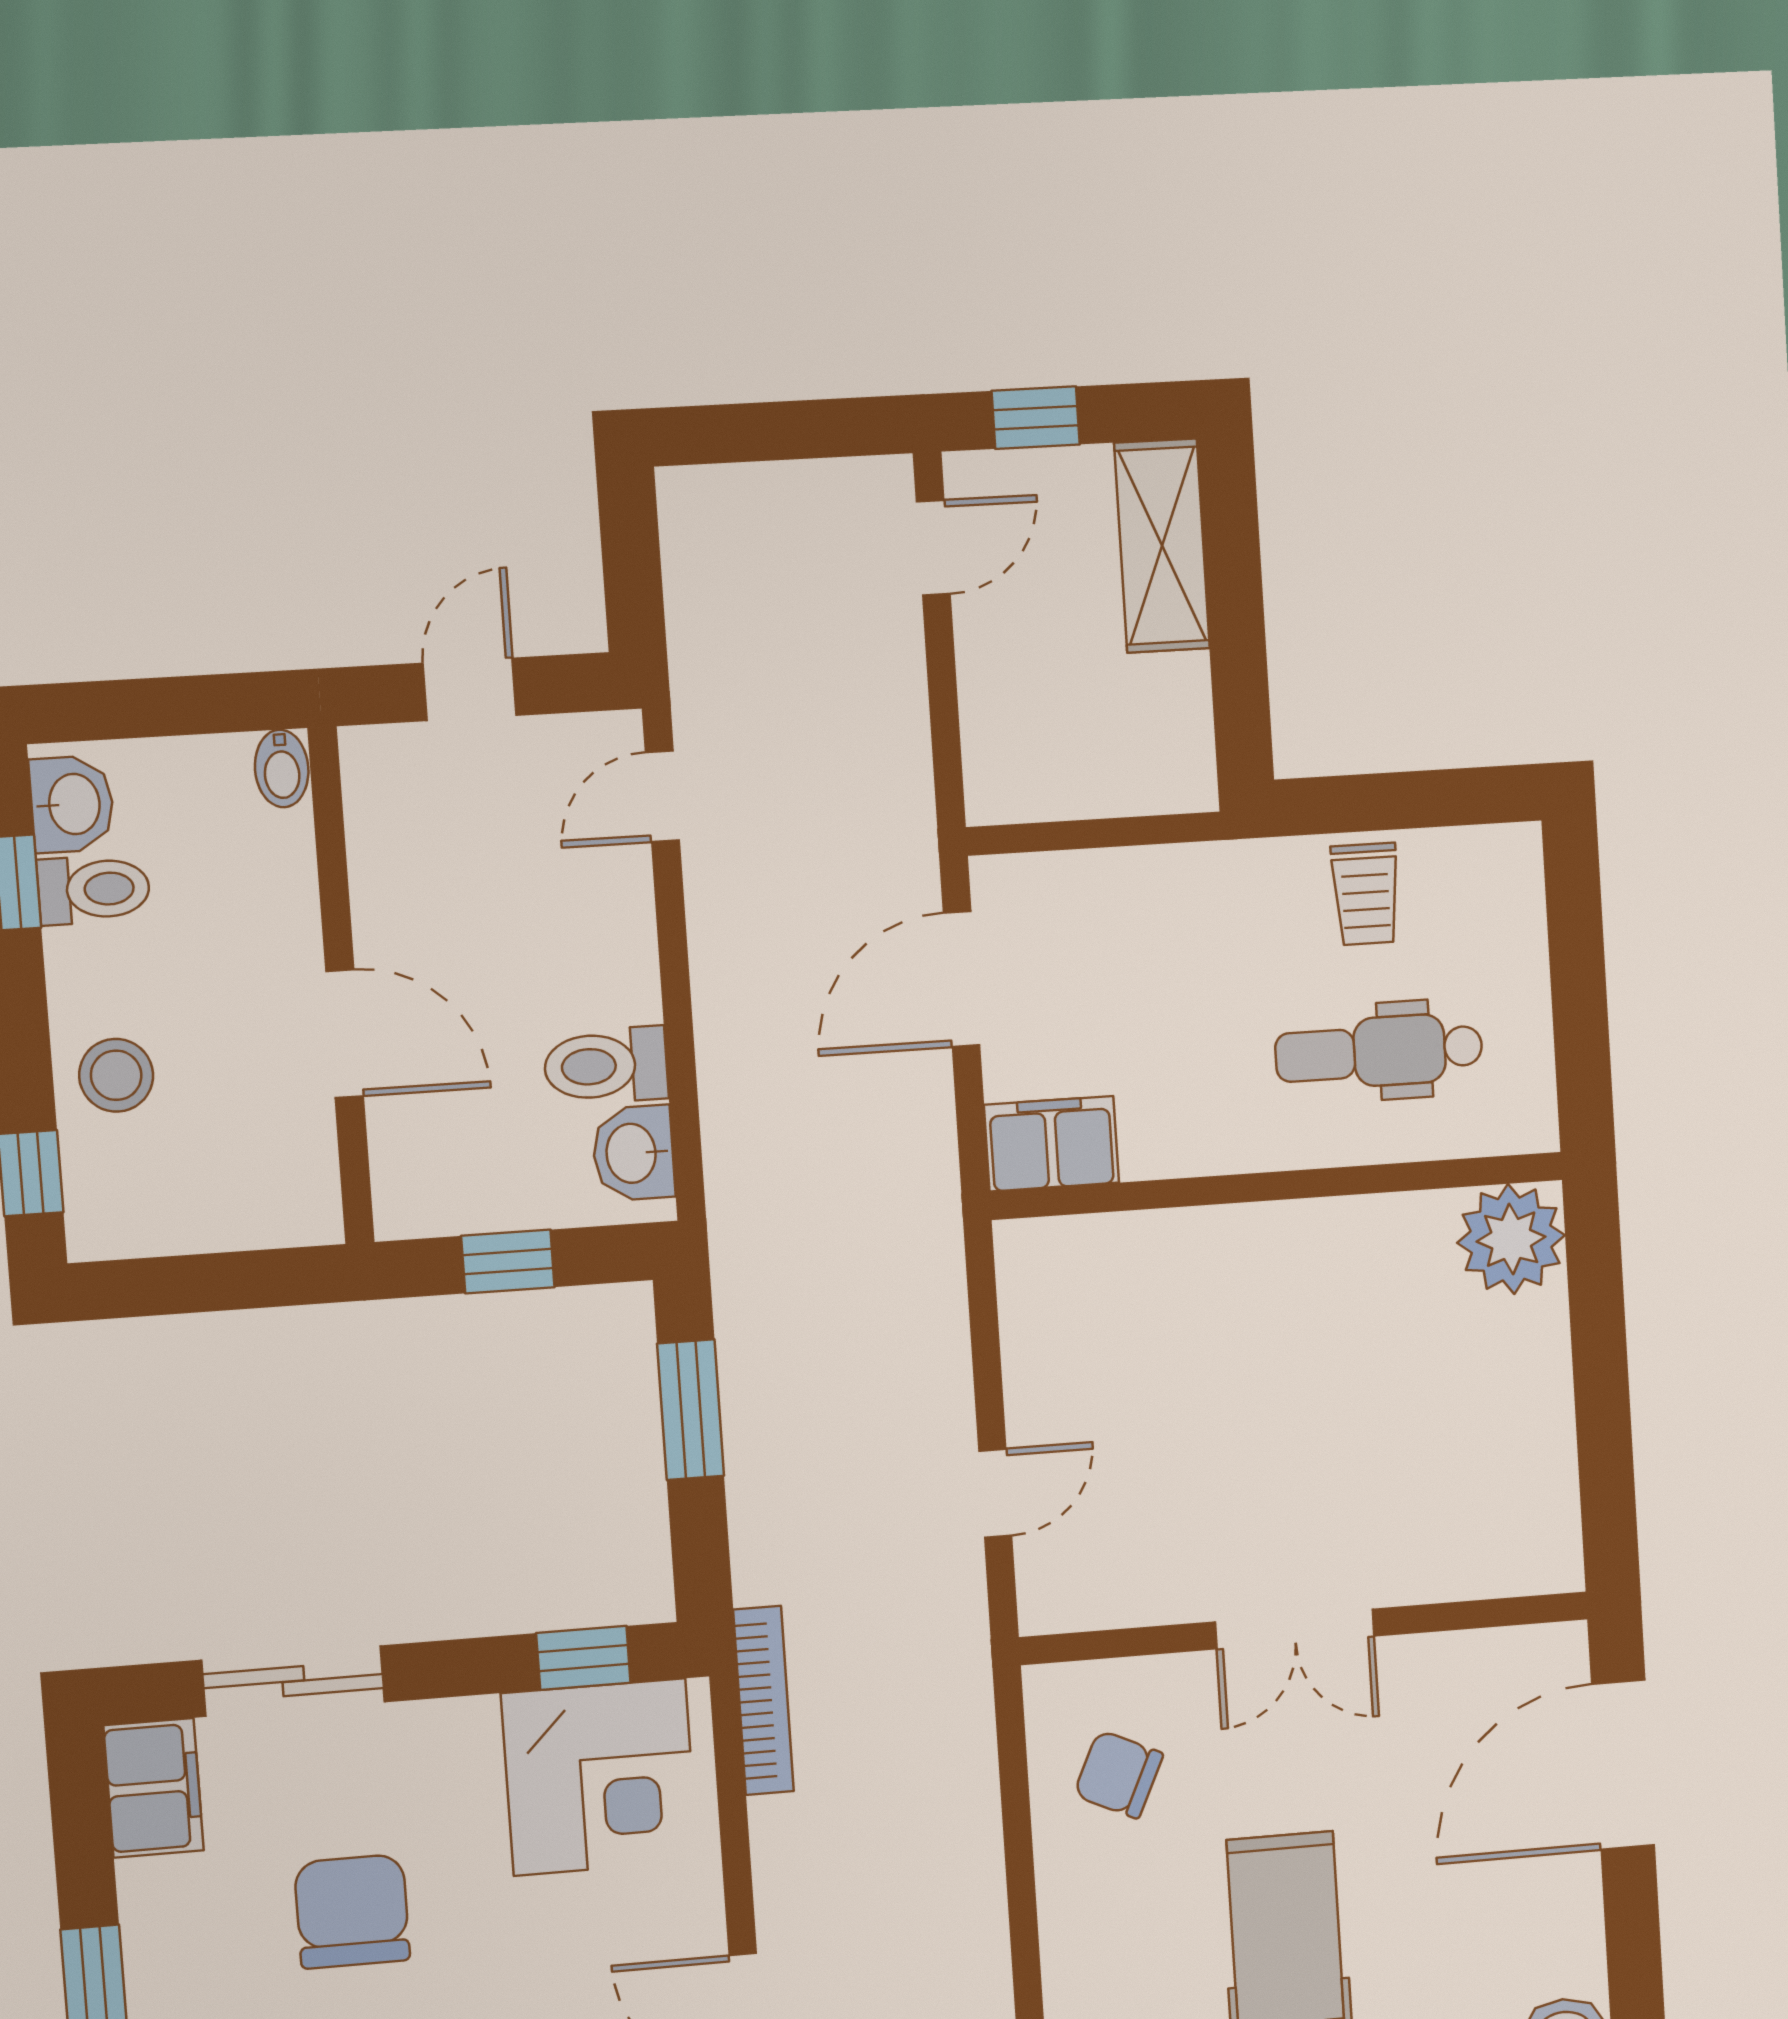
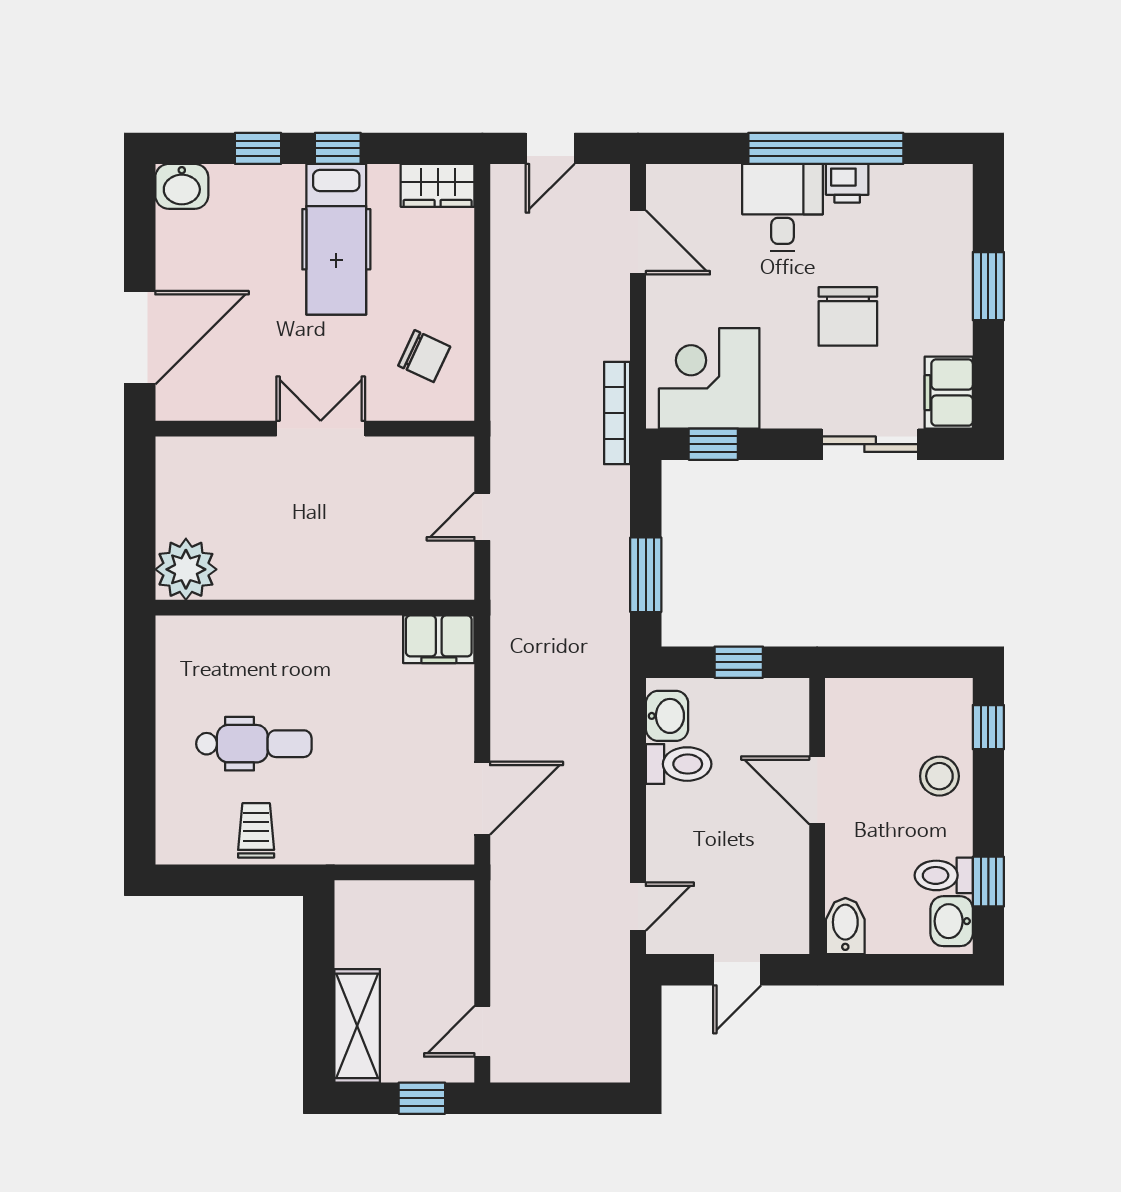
bidet: (282, 768) -> (845, 926), width x1.38, depth x1.36
filing cabinet: (1052, 1144) -> (439, 639), moved
wall: (1278, 1186) -> (315, 608), moved
plant: (1511, 1239) -> (186, 569), moved

